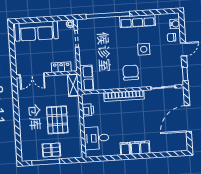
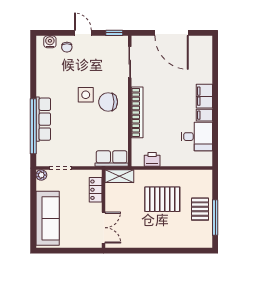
row of seats: (138, 21) -> (43, 119), moved
side table: (144, 49) -> (86, 95), moved
desk: (96, 138) -> (197, 137), moved, turned -90

